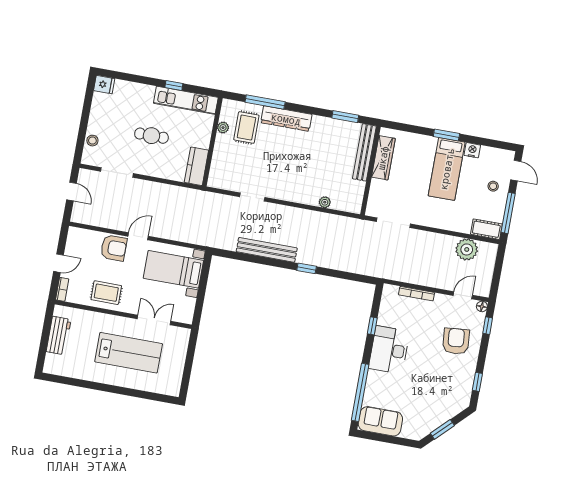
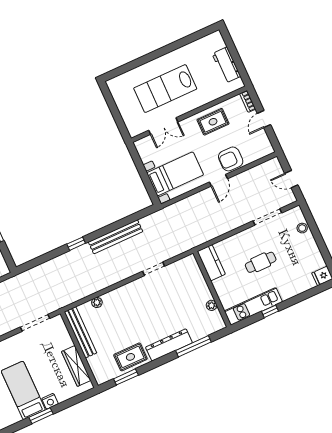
rug: (246, 128) -> (130, 357), moved, turned 90
nightstand: (472, 150) -> (50, 401), moved
bench: (364, 152) -> (81, 332), moved

